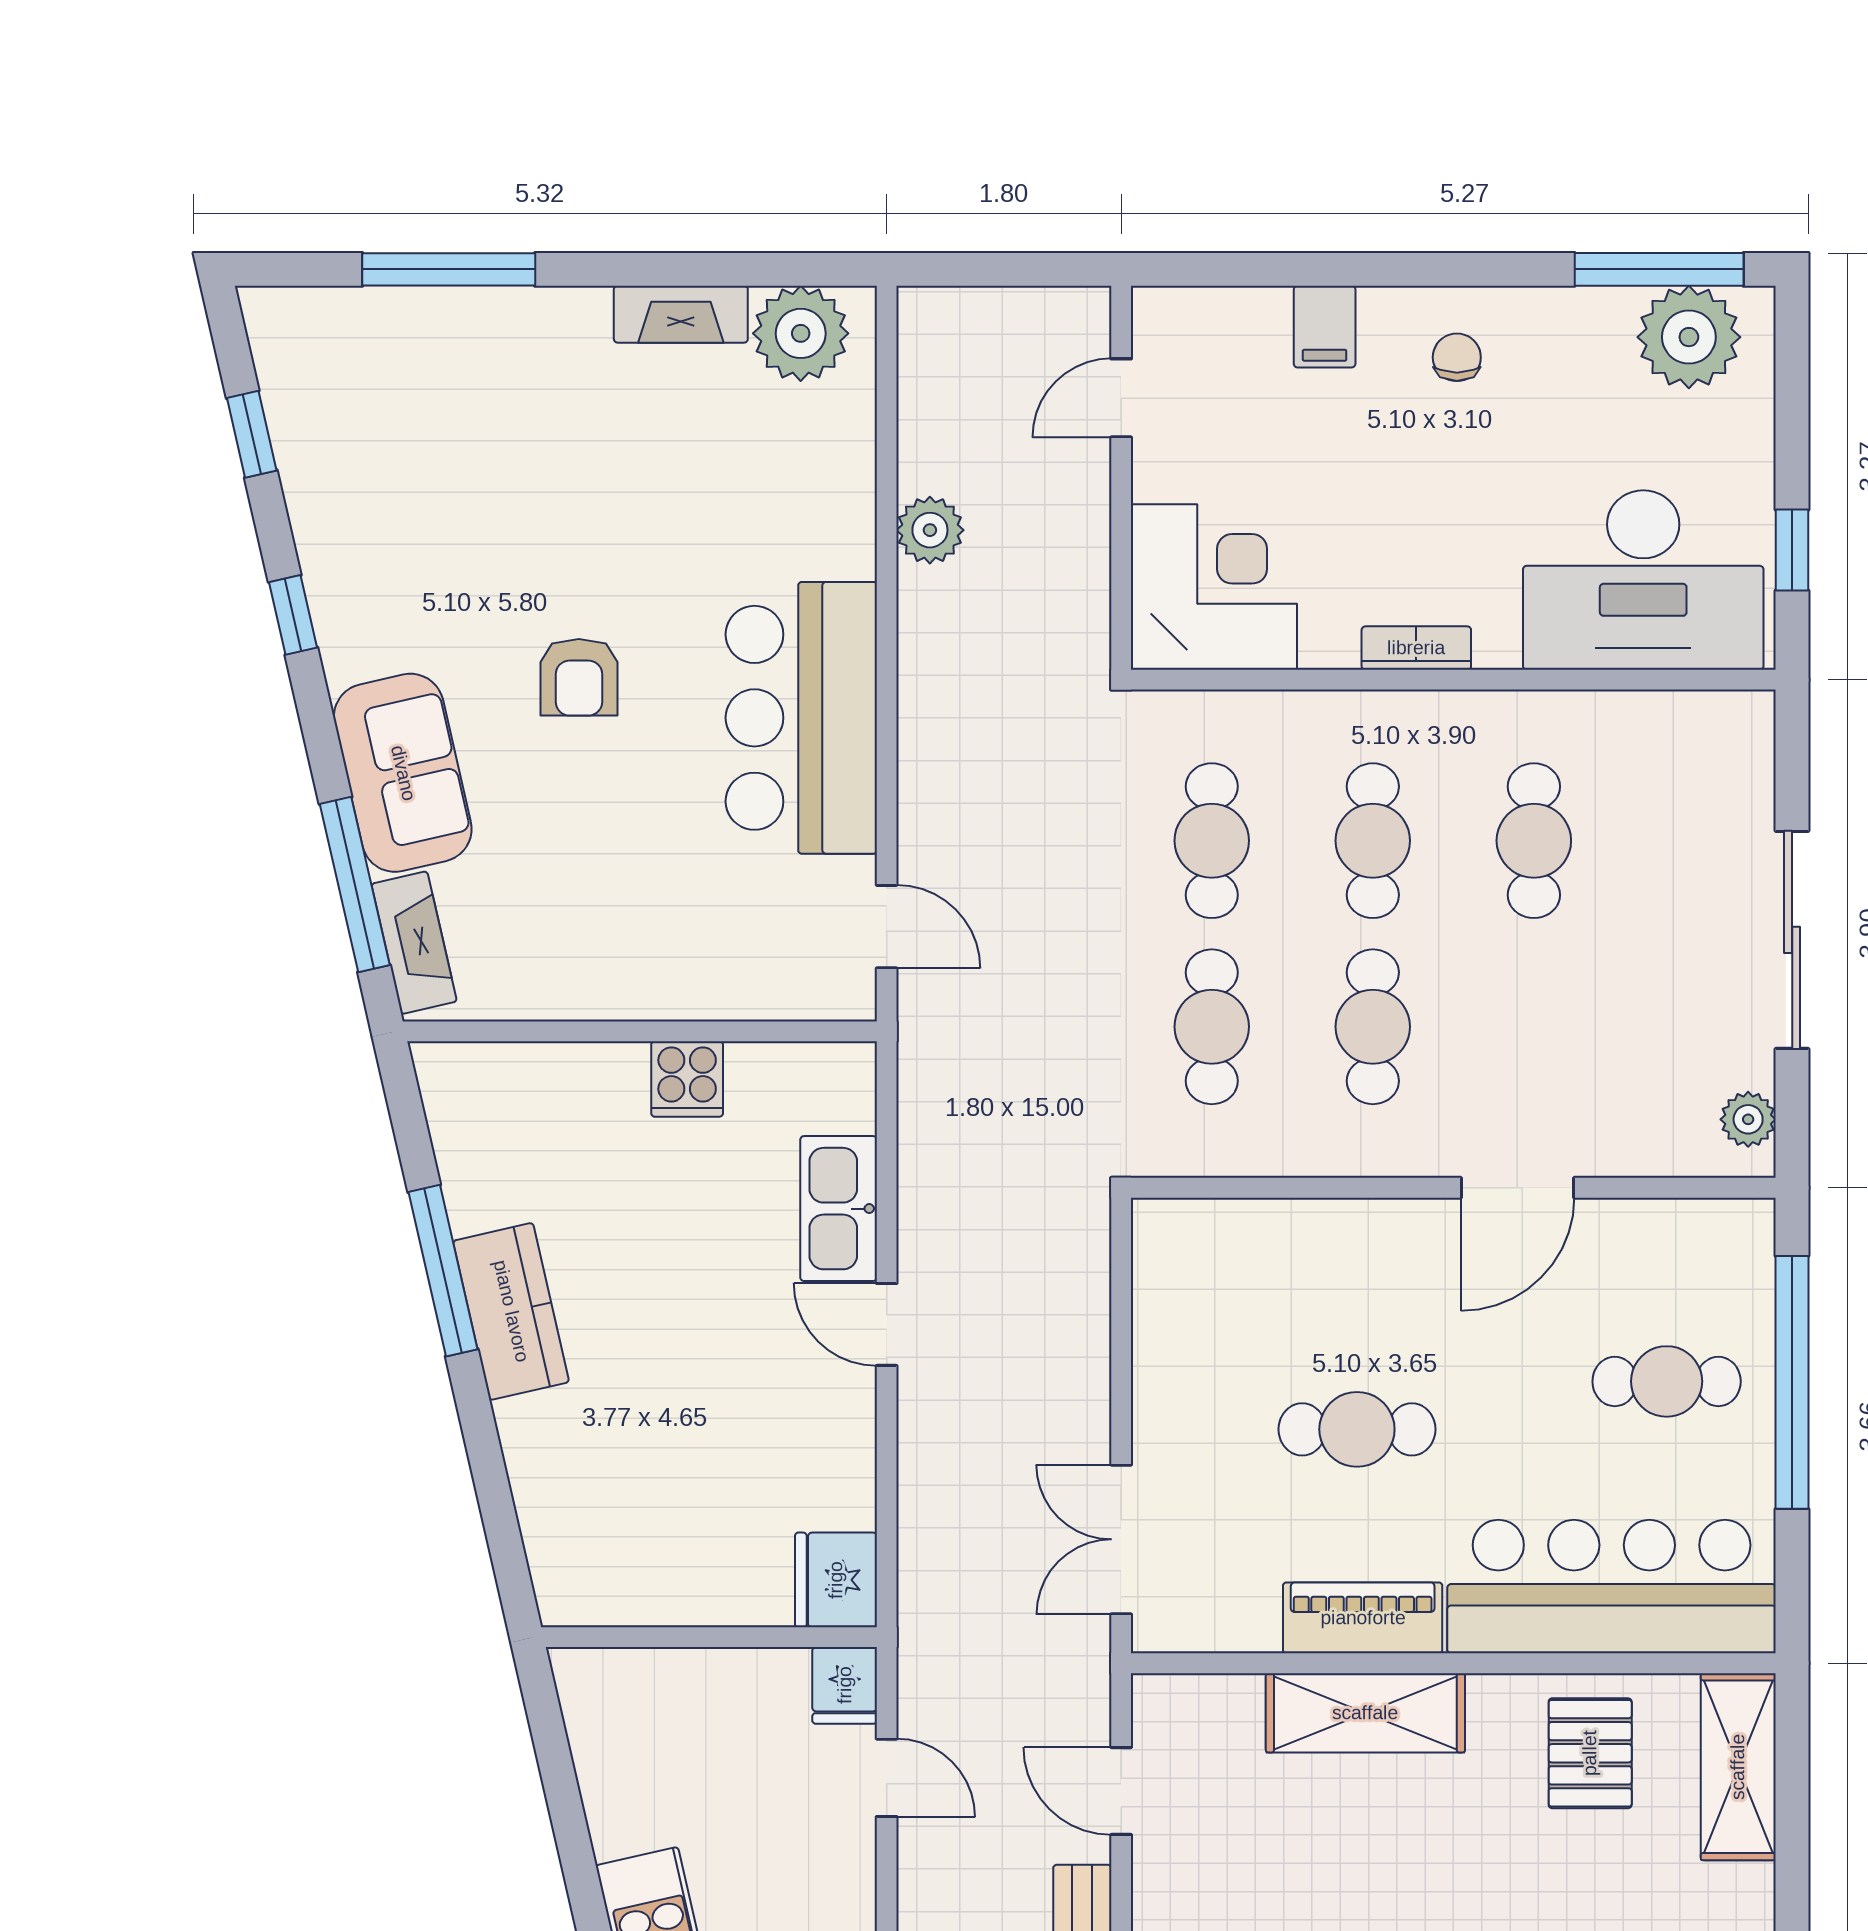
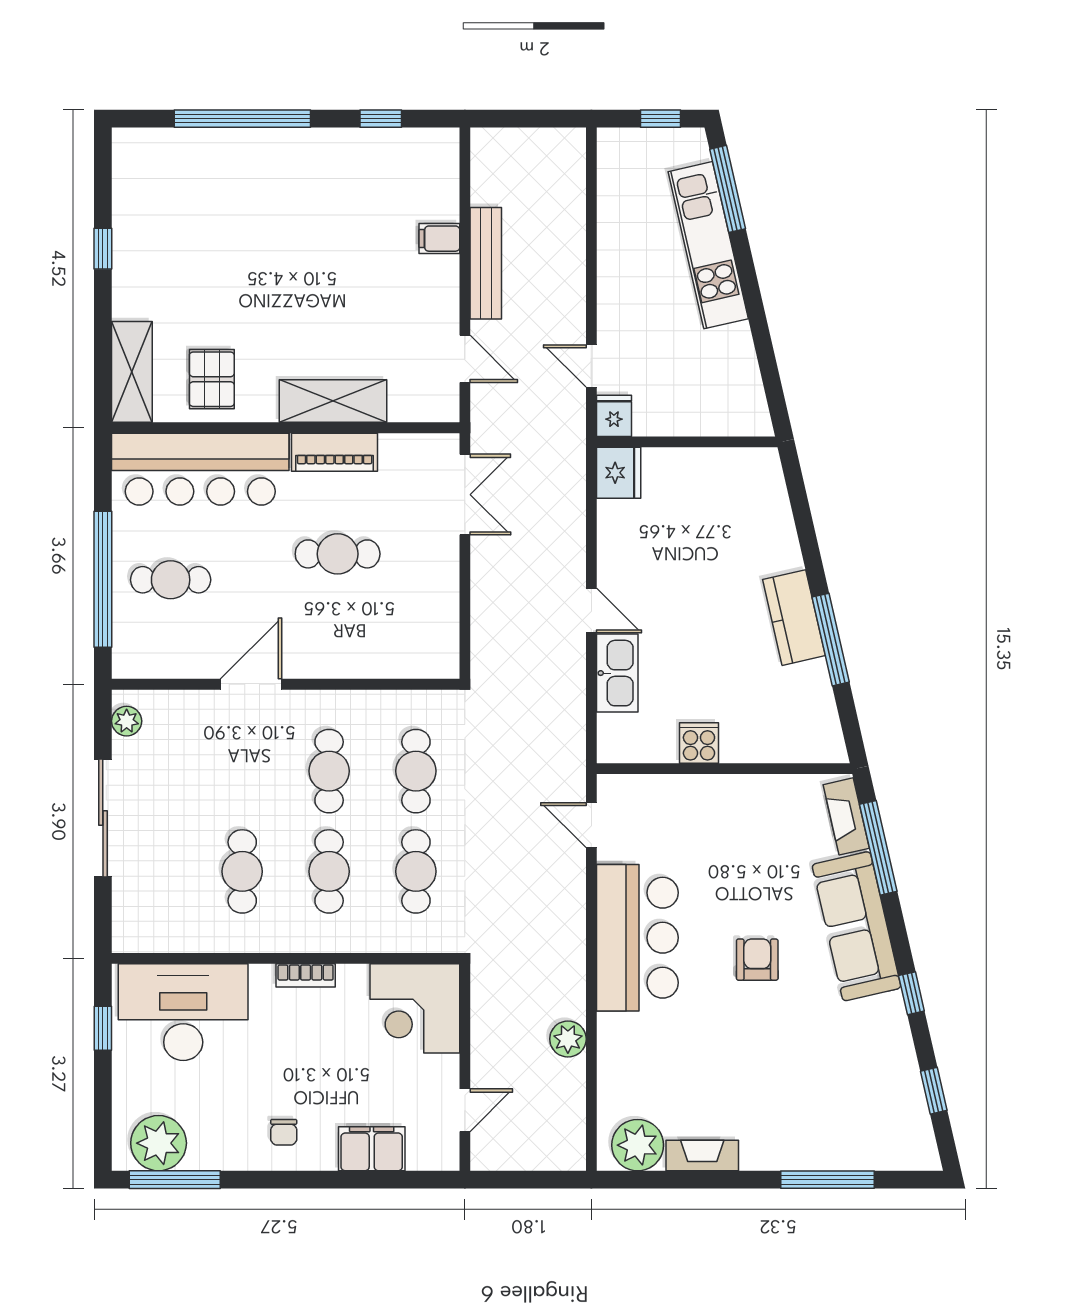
filing cabinet: (1325, 327) -> (372, 1149), width x2.00
sofa: (403, 773) -> (856, 926), width x1.36

